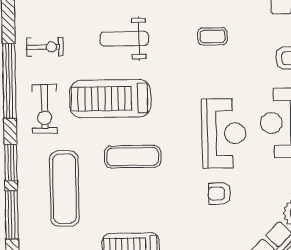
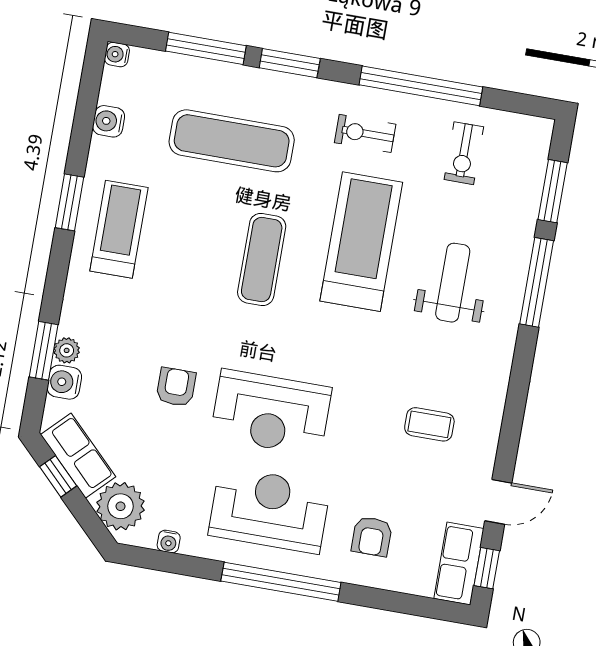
coffee table: (213, 36) -> (429, 424), turned 90
exercise bike: (44, 109) -> (365, 133), width x0.73, depth x0.72

